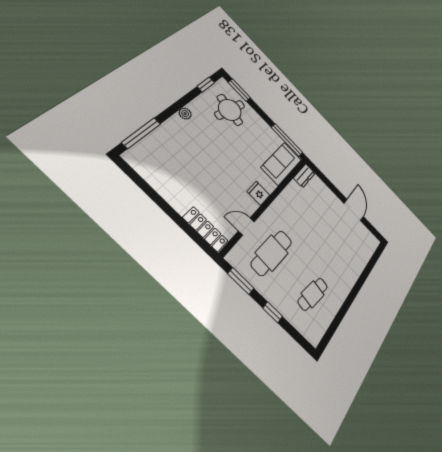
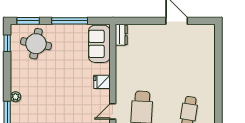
plant: (185, 114) -> (15, 97), moved
window: (287, 140) -> (70, 21), moved

